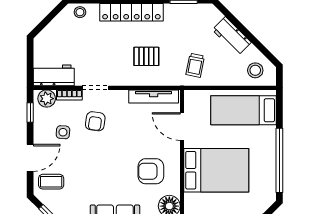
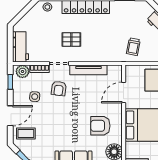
pallet: (146, 56) -> (71, 40), moved
workbench: (54, 75) -> (20, 47), moved, turned 90
tv unit: (154, 97) -> (88, 70), moved
door: (182, 127) -> (124, 92), hinge flipped

